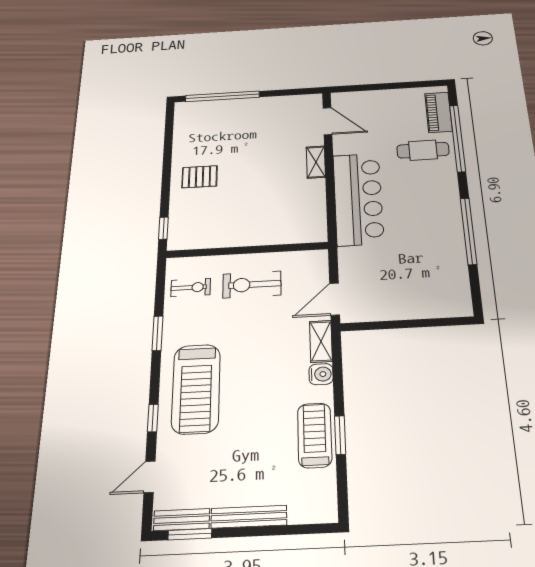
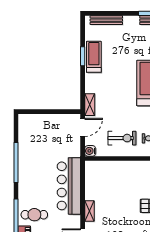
water cooler: (321, 374) -> (90, 151), moved
treadmill: (315, 435) -> (94, 57), turned 180
bench: (249, 517) -> (106, 20), moved

